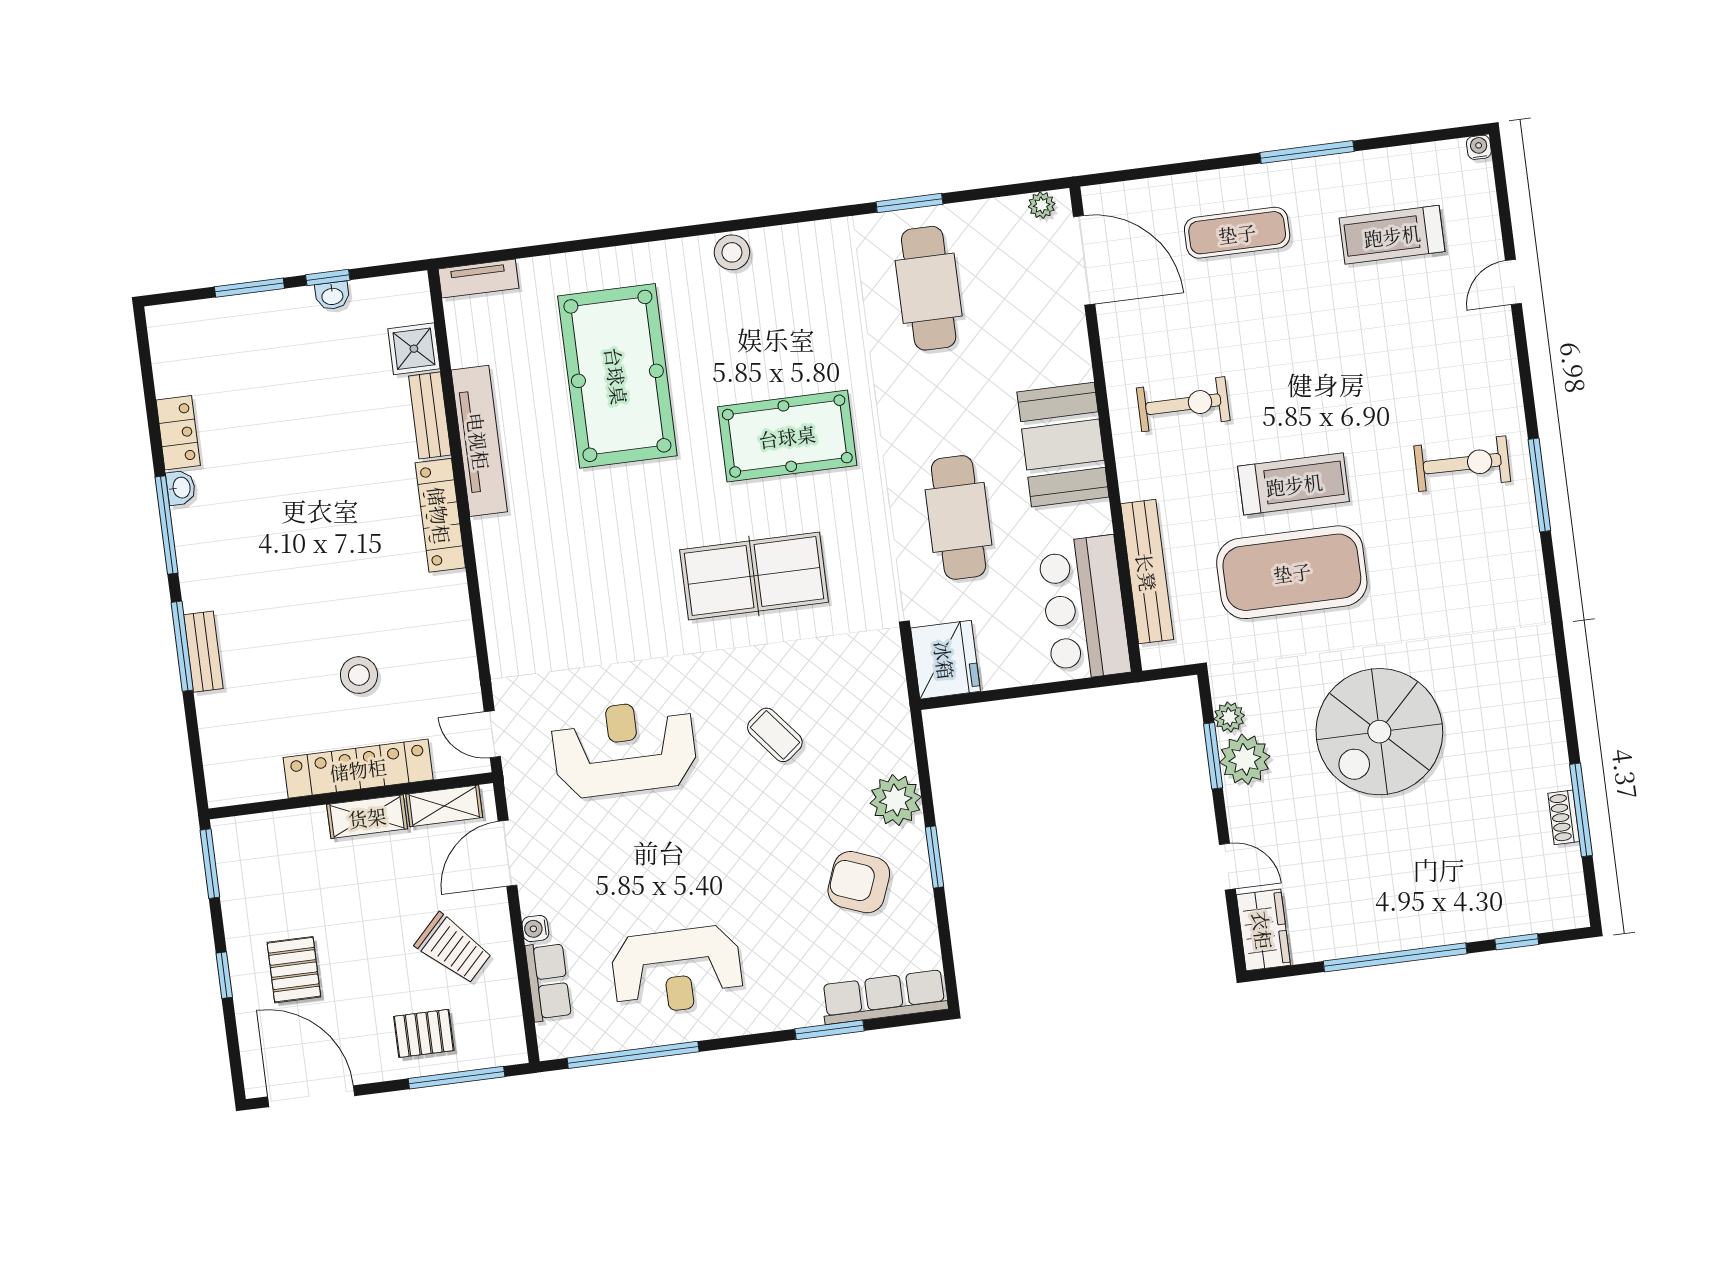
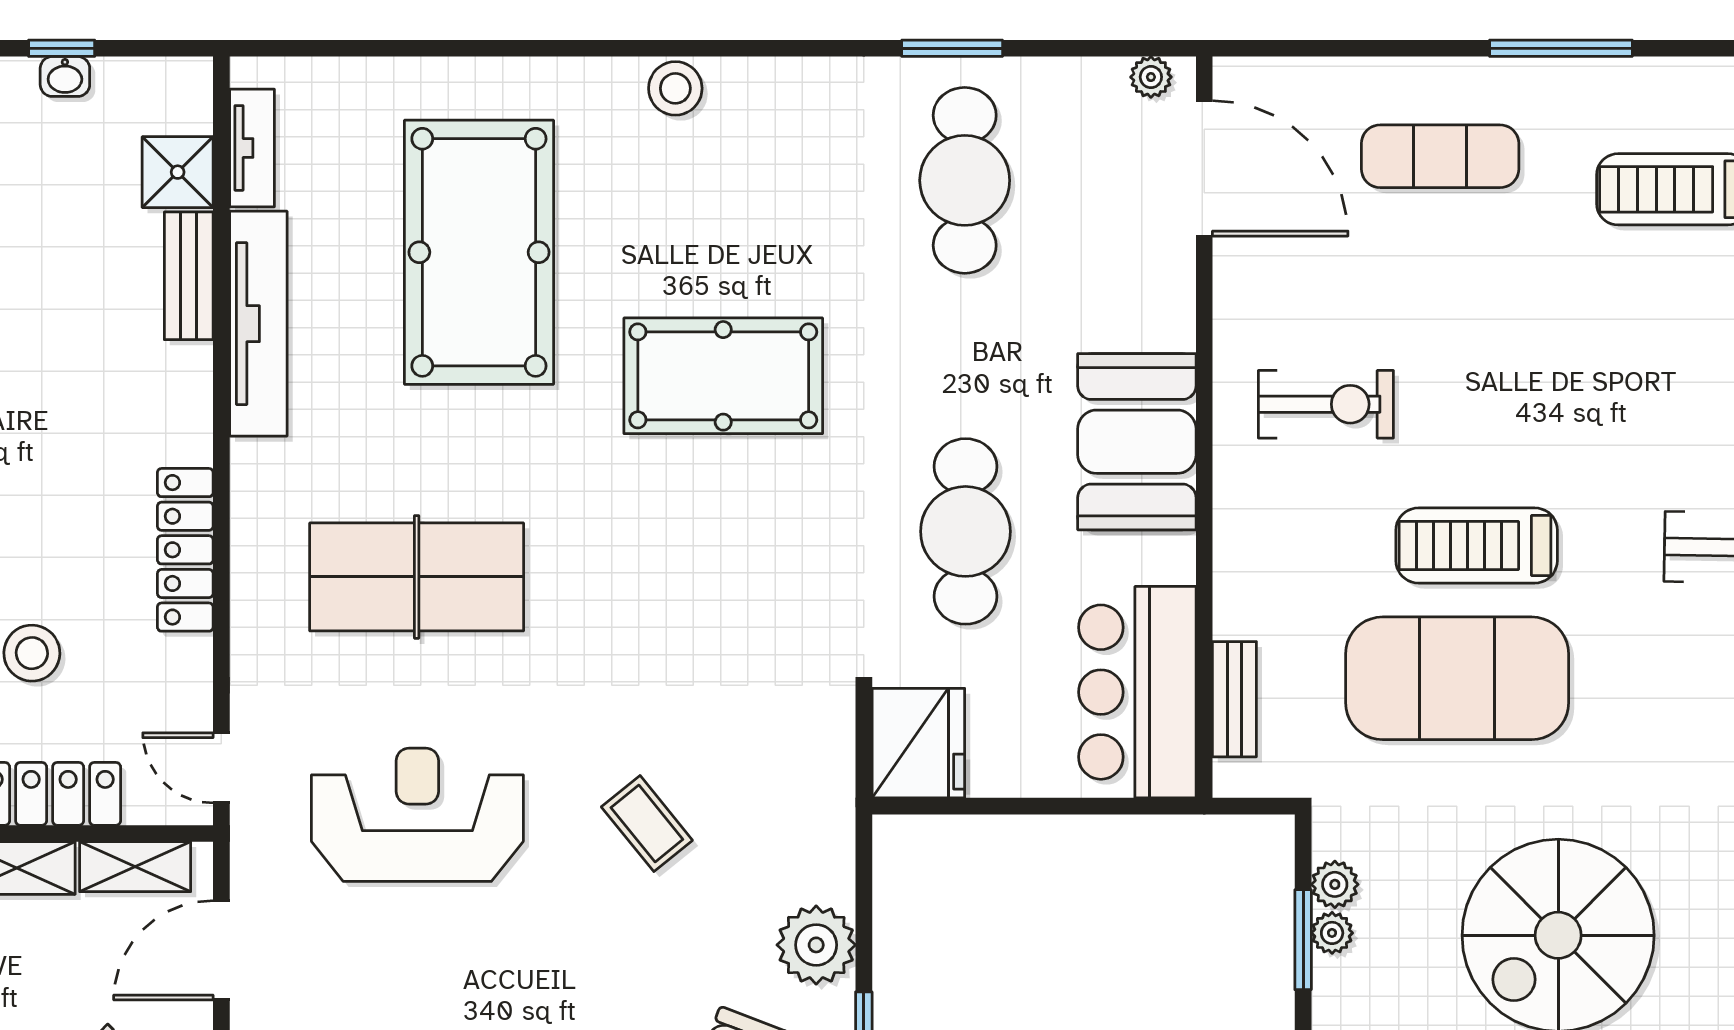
tv unit: (478, 279) -> (252, 148), moved, turned -90
treadmill: (1294, 484) -> (1477, 545), turned 180
locker: (440, 515) -> (185, 550), moved
bench: (1147, 572) -> (1234, 699), width x0.54, depth x0.82
table tennis table: (754, 576) -> (417, 577), moved
plant: (1245, 759) -> (1332, 933), width x0.53, depth x0.53

